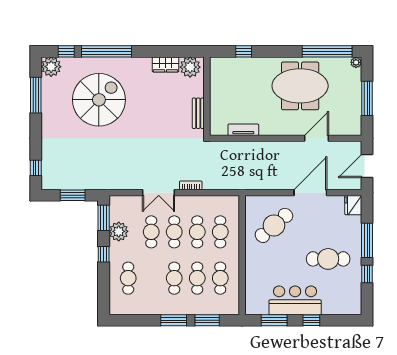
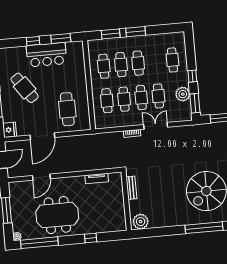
window: (244, 51) -> (91, 238), moved
wardrobe: (166, 64) -> (159, 222), removed
cafe table: (274, 225) -> (67, 109), turned -49
cafe table: (328, 259) -> (25, 88), turned 55

